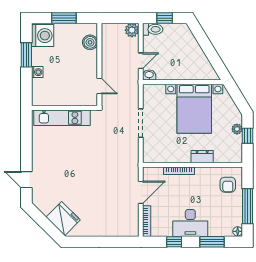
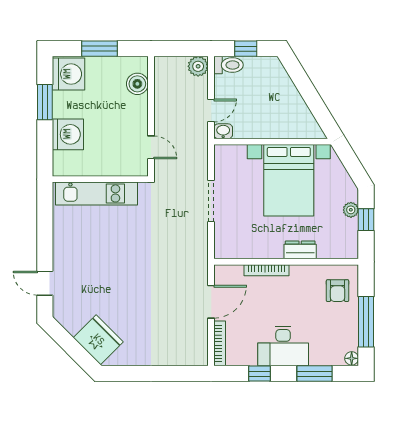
washing machine: (37, 72) -> (68, 134), width x1.89, depth x1.89

